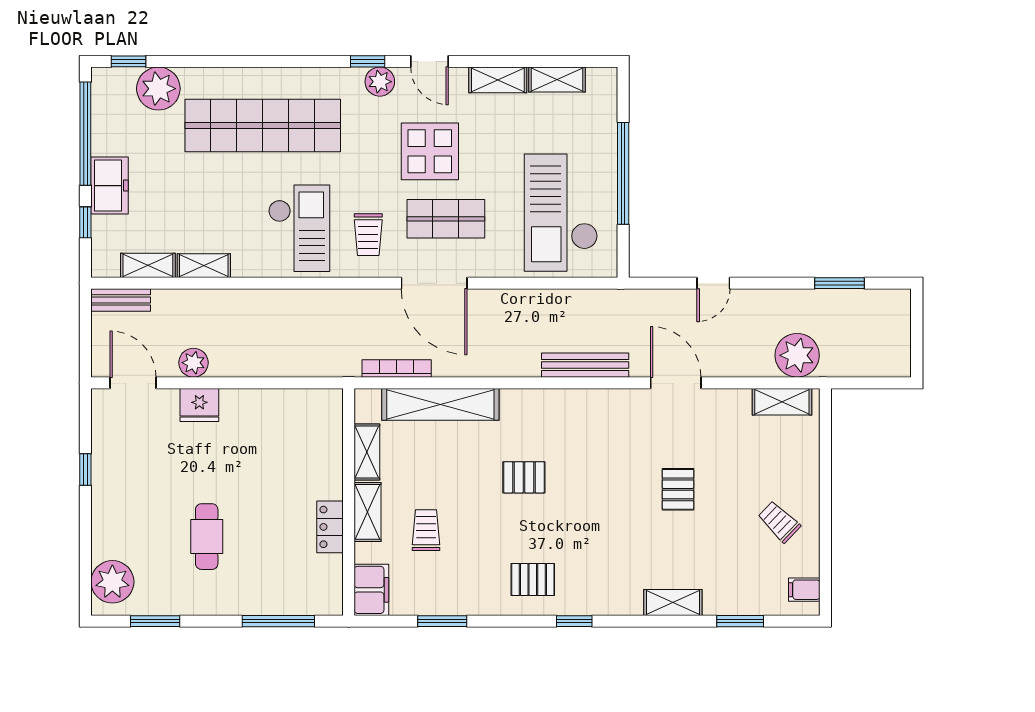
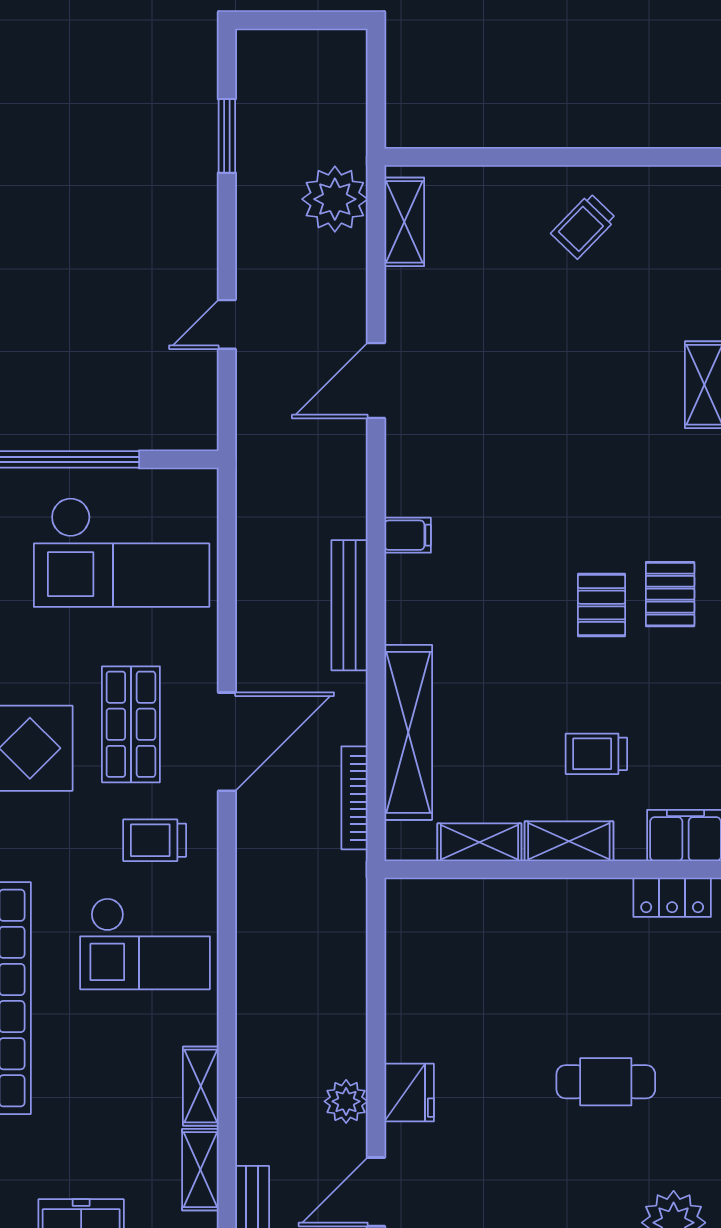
checkout: (299, 228) -> (145, 944), turned 180
trolley: (368, 235) -> (155, 840), turned 180
door: (713, 283) -> (227, 324), swing flipped
bench: (585, 365) -> (350, 605), moved
pallet: (524, 477) -> (602, 605), moved
pallet: (678, 489) -> (535, 377), removed
locker: (330, 527) -> (672, 897), moved
filing cabinet: (804, 590) -> (408, 535), moved, turned -90

